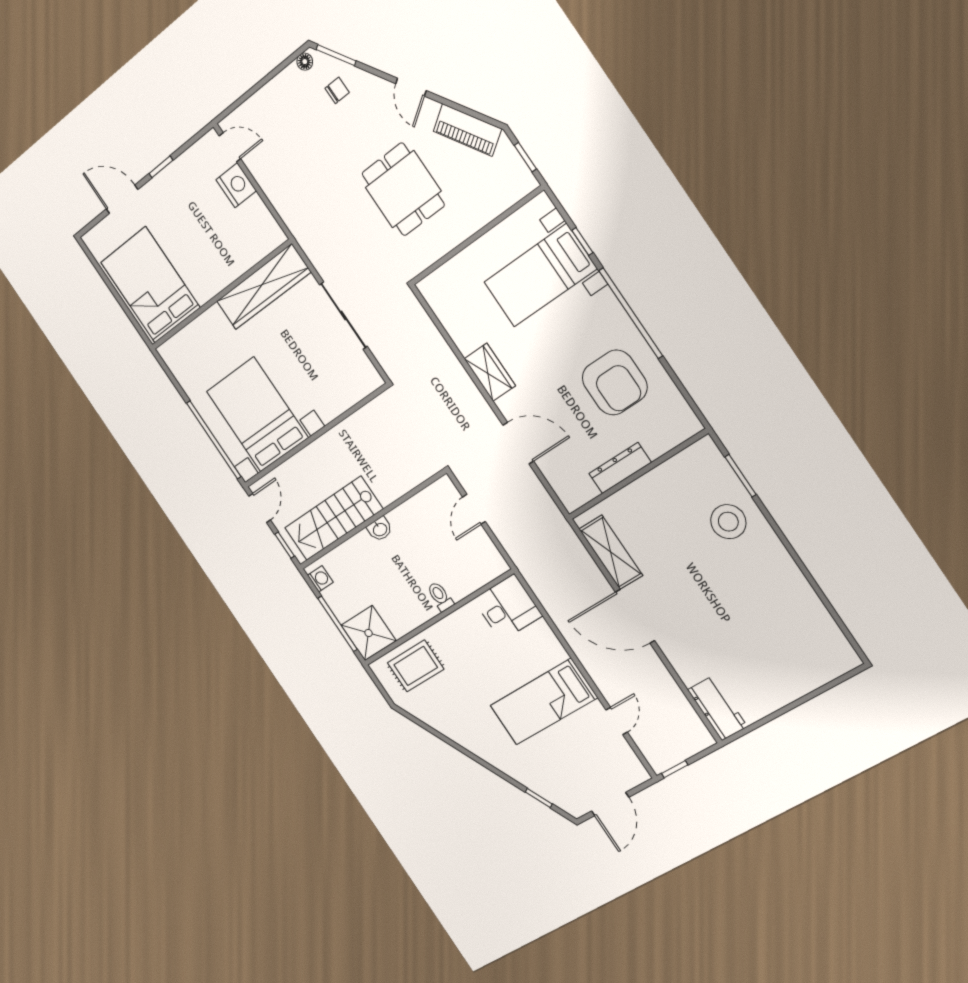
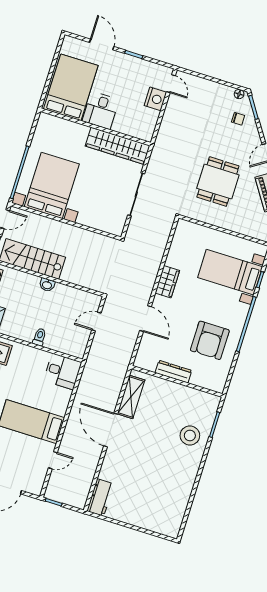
desk: (204, 271) -> (101, 110), added

